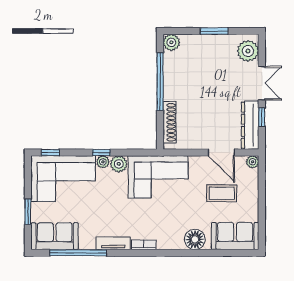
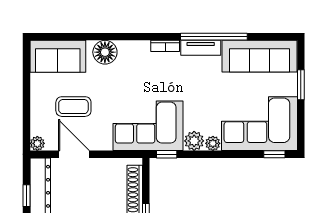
window: (101, 153) -> (167, 154), moved
sofa: (55, 236) -> (259, 56), width x1.36
window: (78, 253) -> (214, 37), moved

